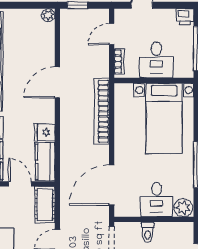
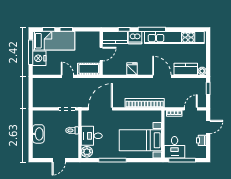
printer: (185, 16) -> (201, 140), moved
door: (112, 34) -> (191, 109), hinge flipped
desk: (156, 60) -> (175, 147), moved, turned -90
kitchen counter: (45, 162) -> (186, 69), moved
door: (112, 185) -> (100, 109), hinge flipped

